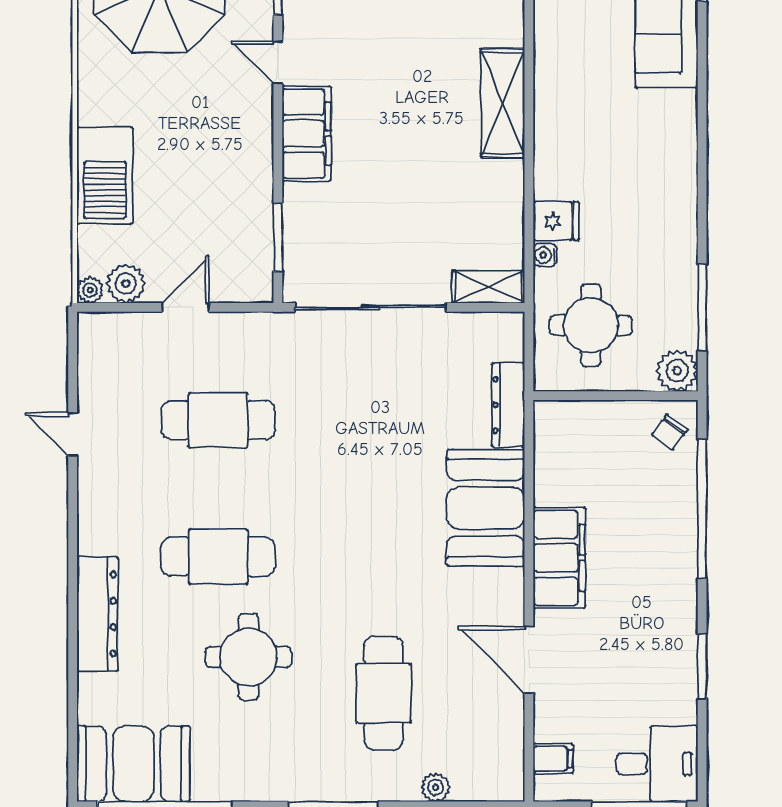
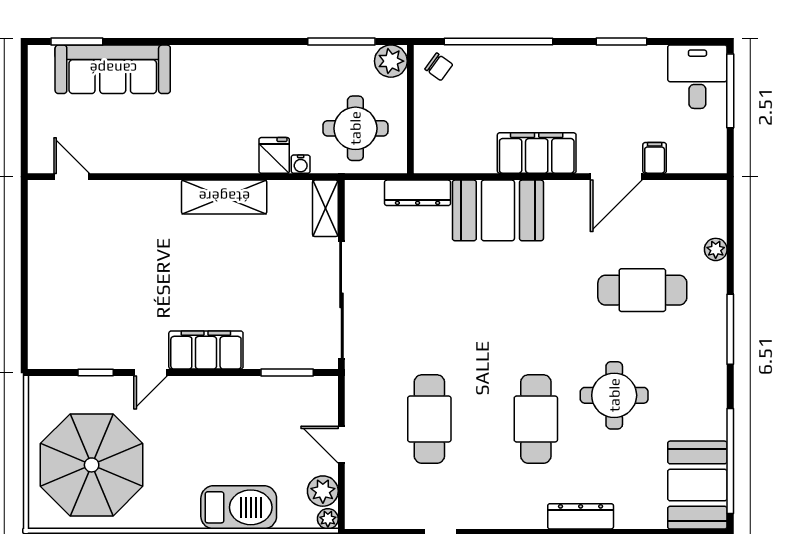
shelving: (503, 103) -> (224, 197), moved
dresser: (97, 614) -> (581, 516), width x0.73, depth x0.80
filing cabinet: (553, 759) -> (655, 158), moved

